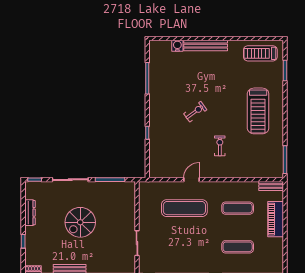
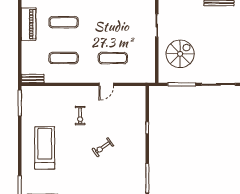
exercise mat: (184, 208) -> (113, 58), width x0.73, depth x0.69
piano: (276, 219) -> (29, 24), moved
spiral stairs: (80, 222) -> (180, 54), moved

